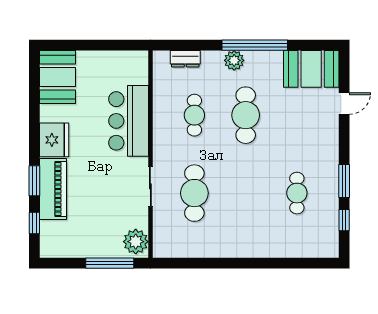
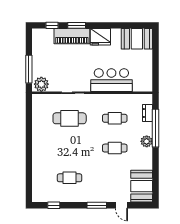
window: (255, 45) -> (155, 128), moved
cafe table: (246, 115) -> (115, 148), width x0.73, depth x0.74
window: (344, 181) -> (97, 205), moved

